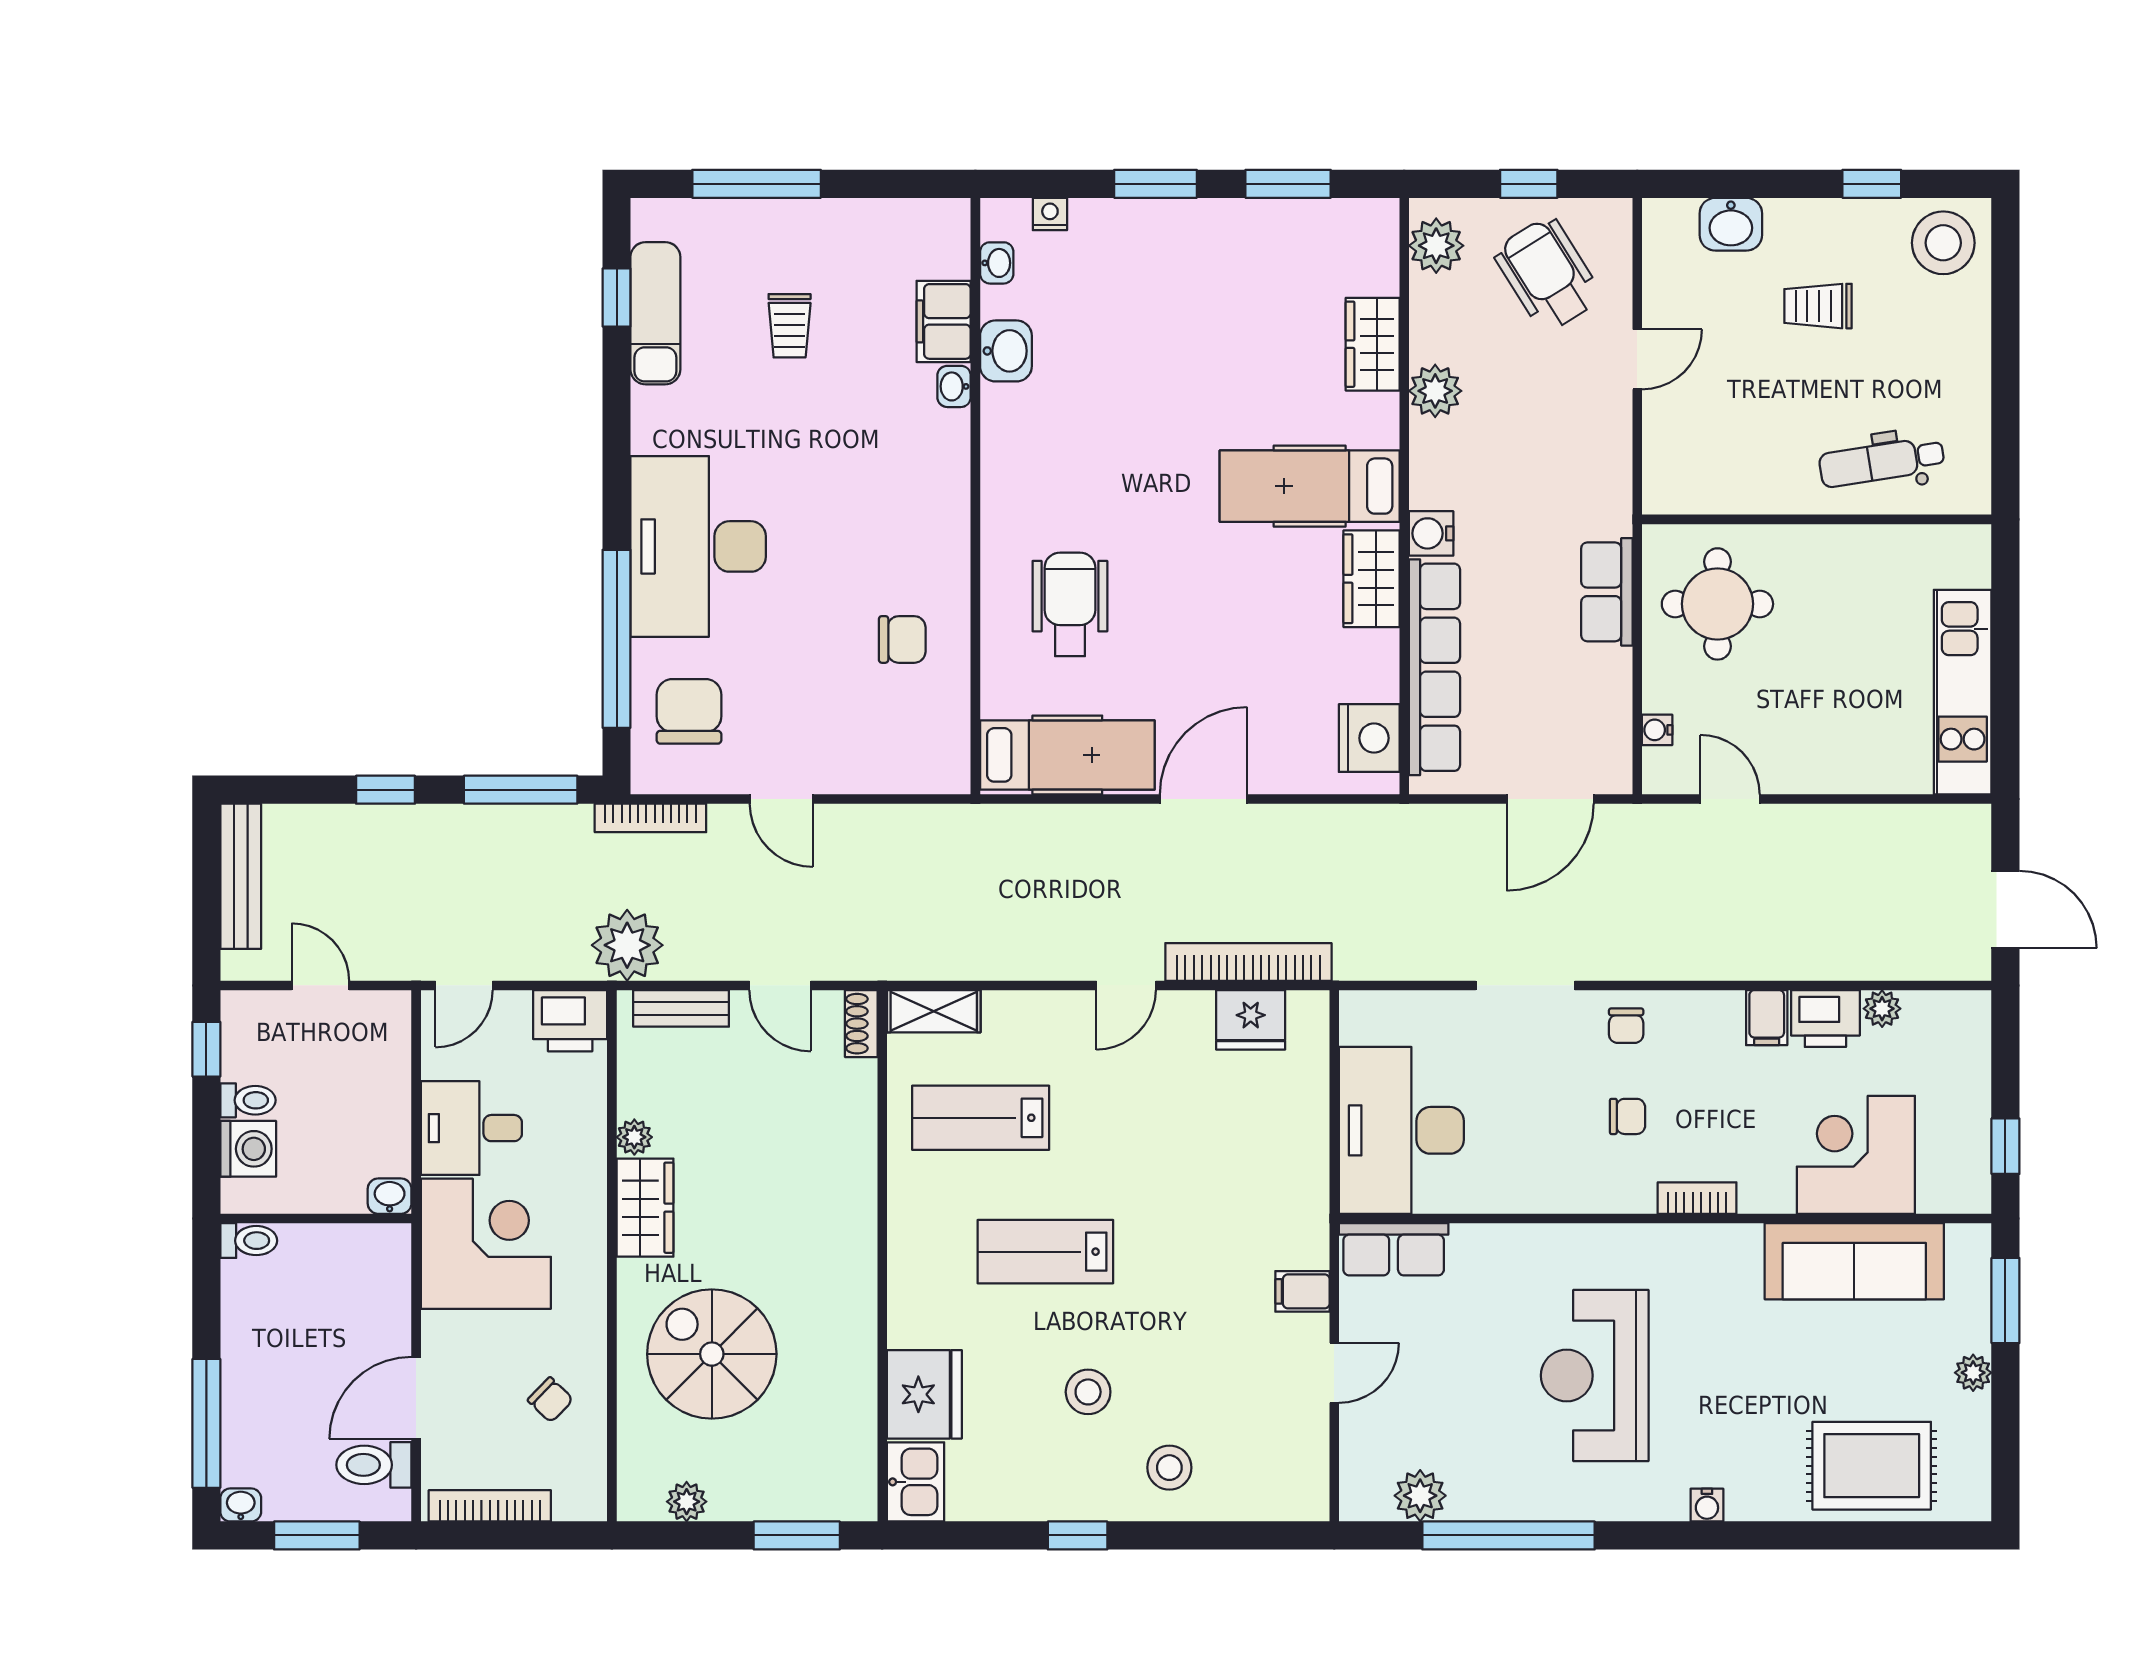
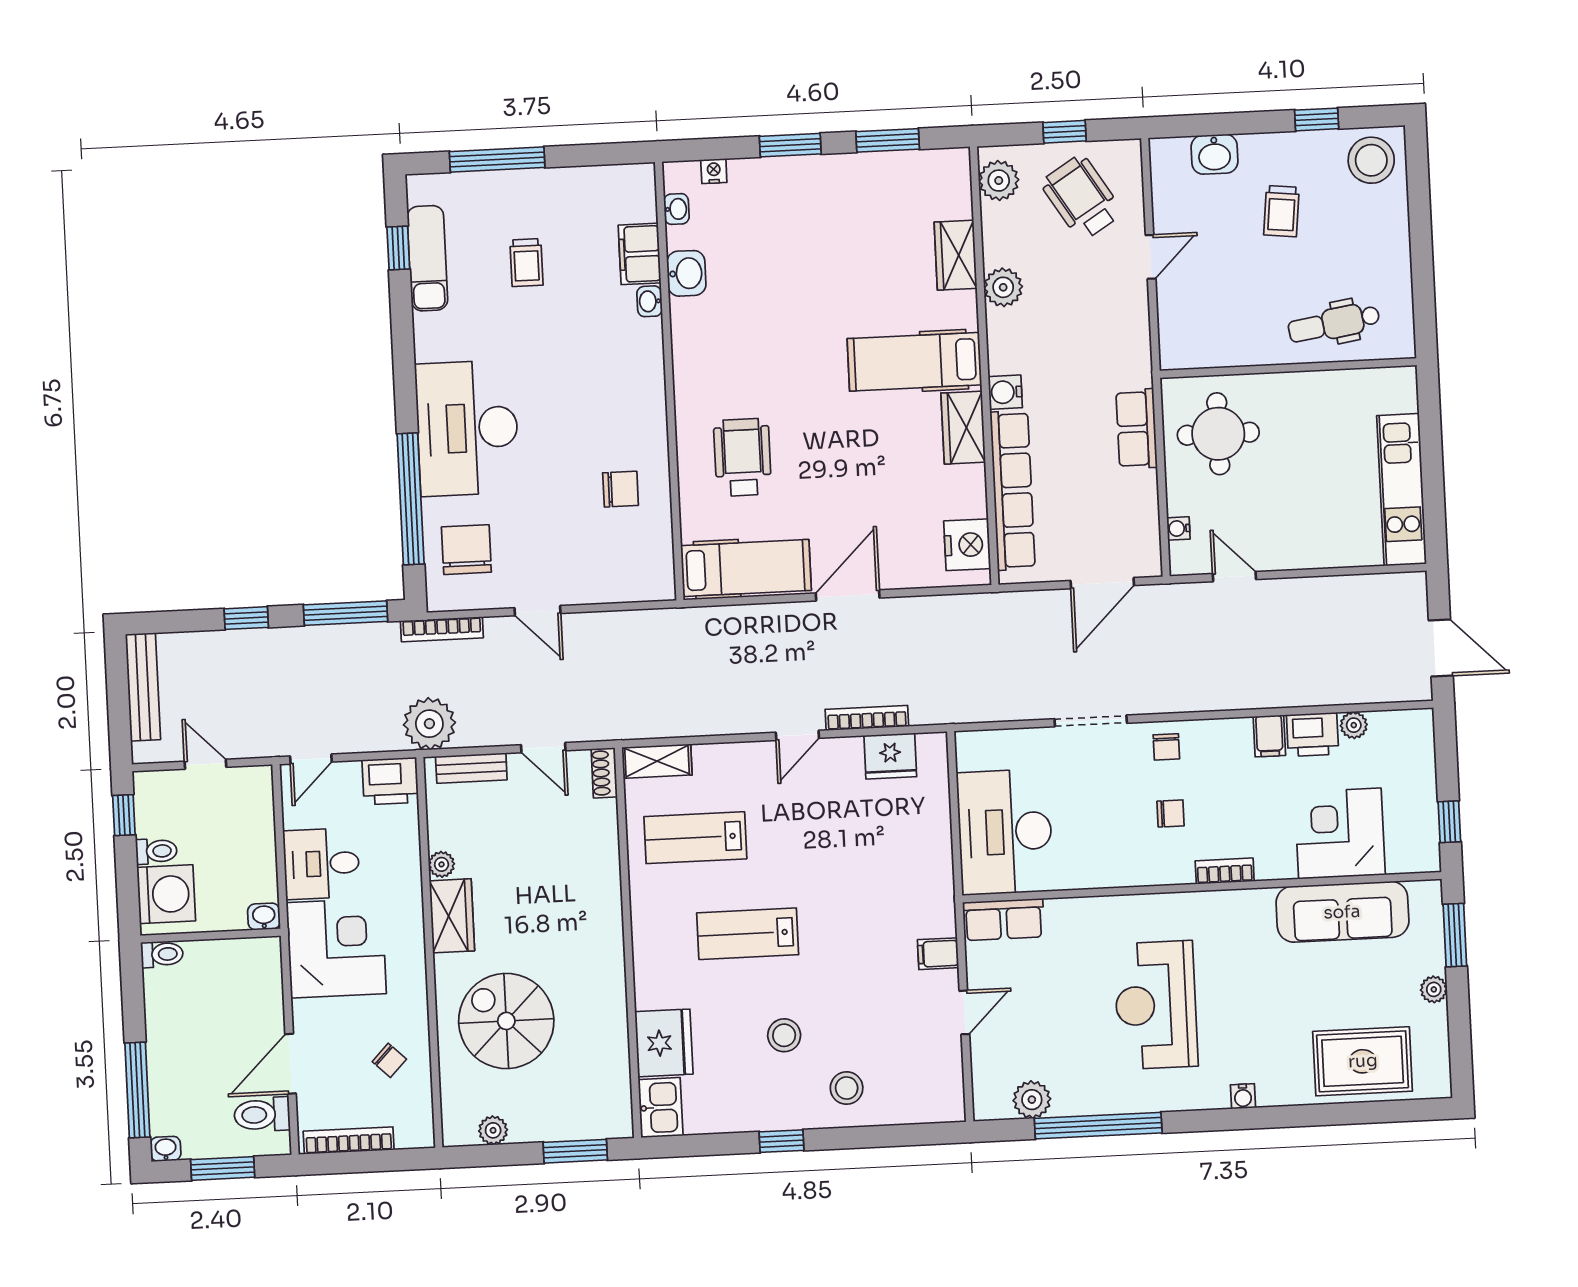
trolley: (1818, 306) -> (1281, 211), turned -84
bookcase: (1248, 962) -> (867, 718), width x0.68, depth x0.76
washing machine: (248, 1149) -> (166, 894), width x1.37, depth x1.37

